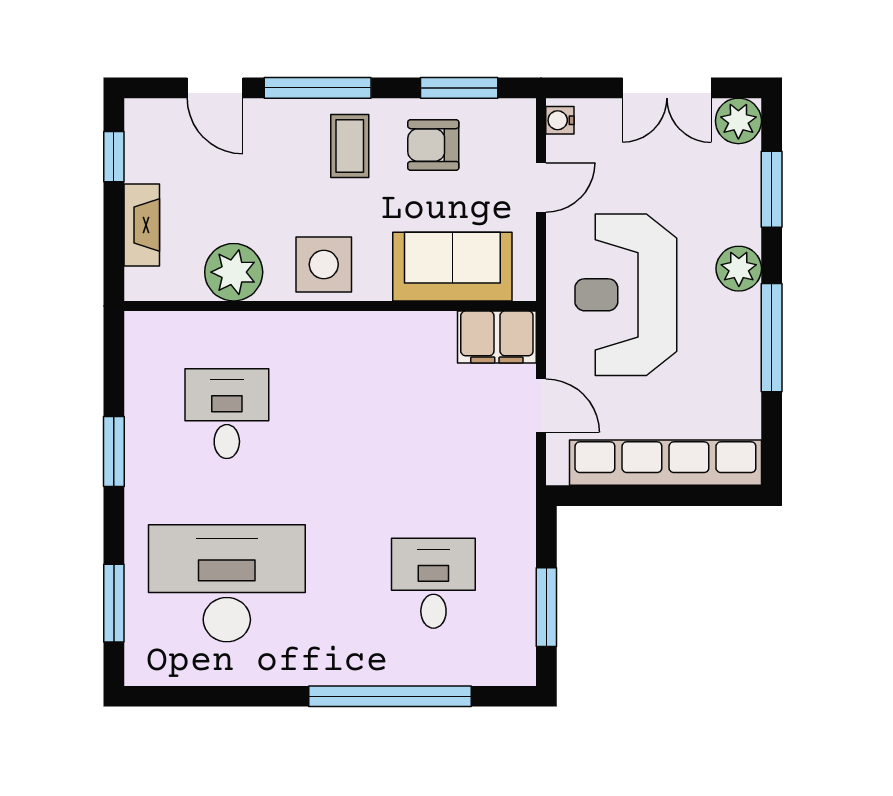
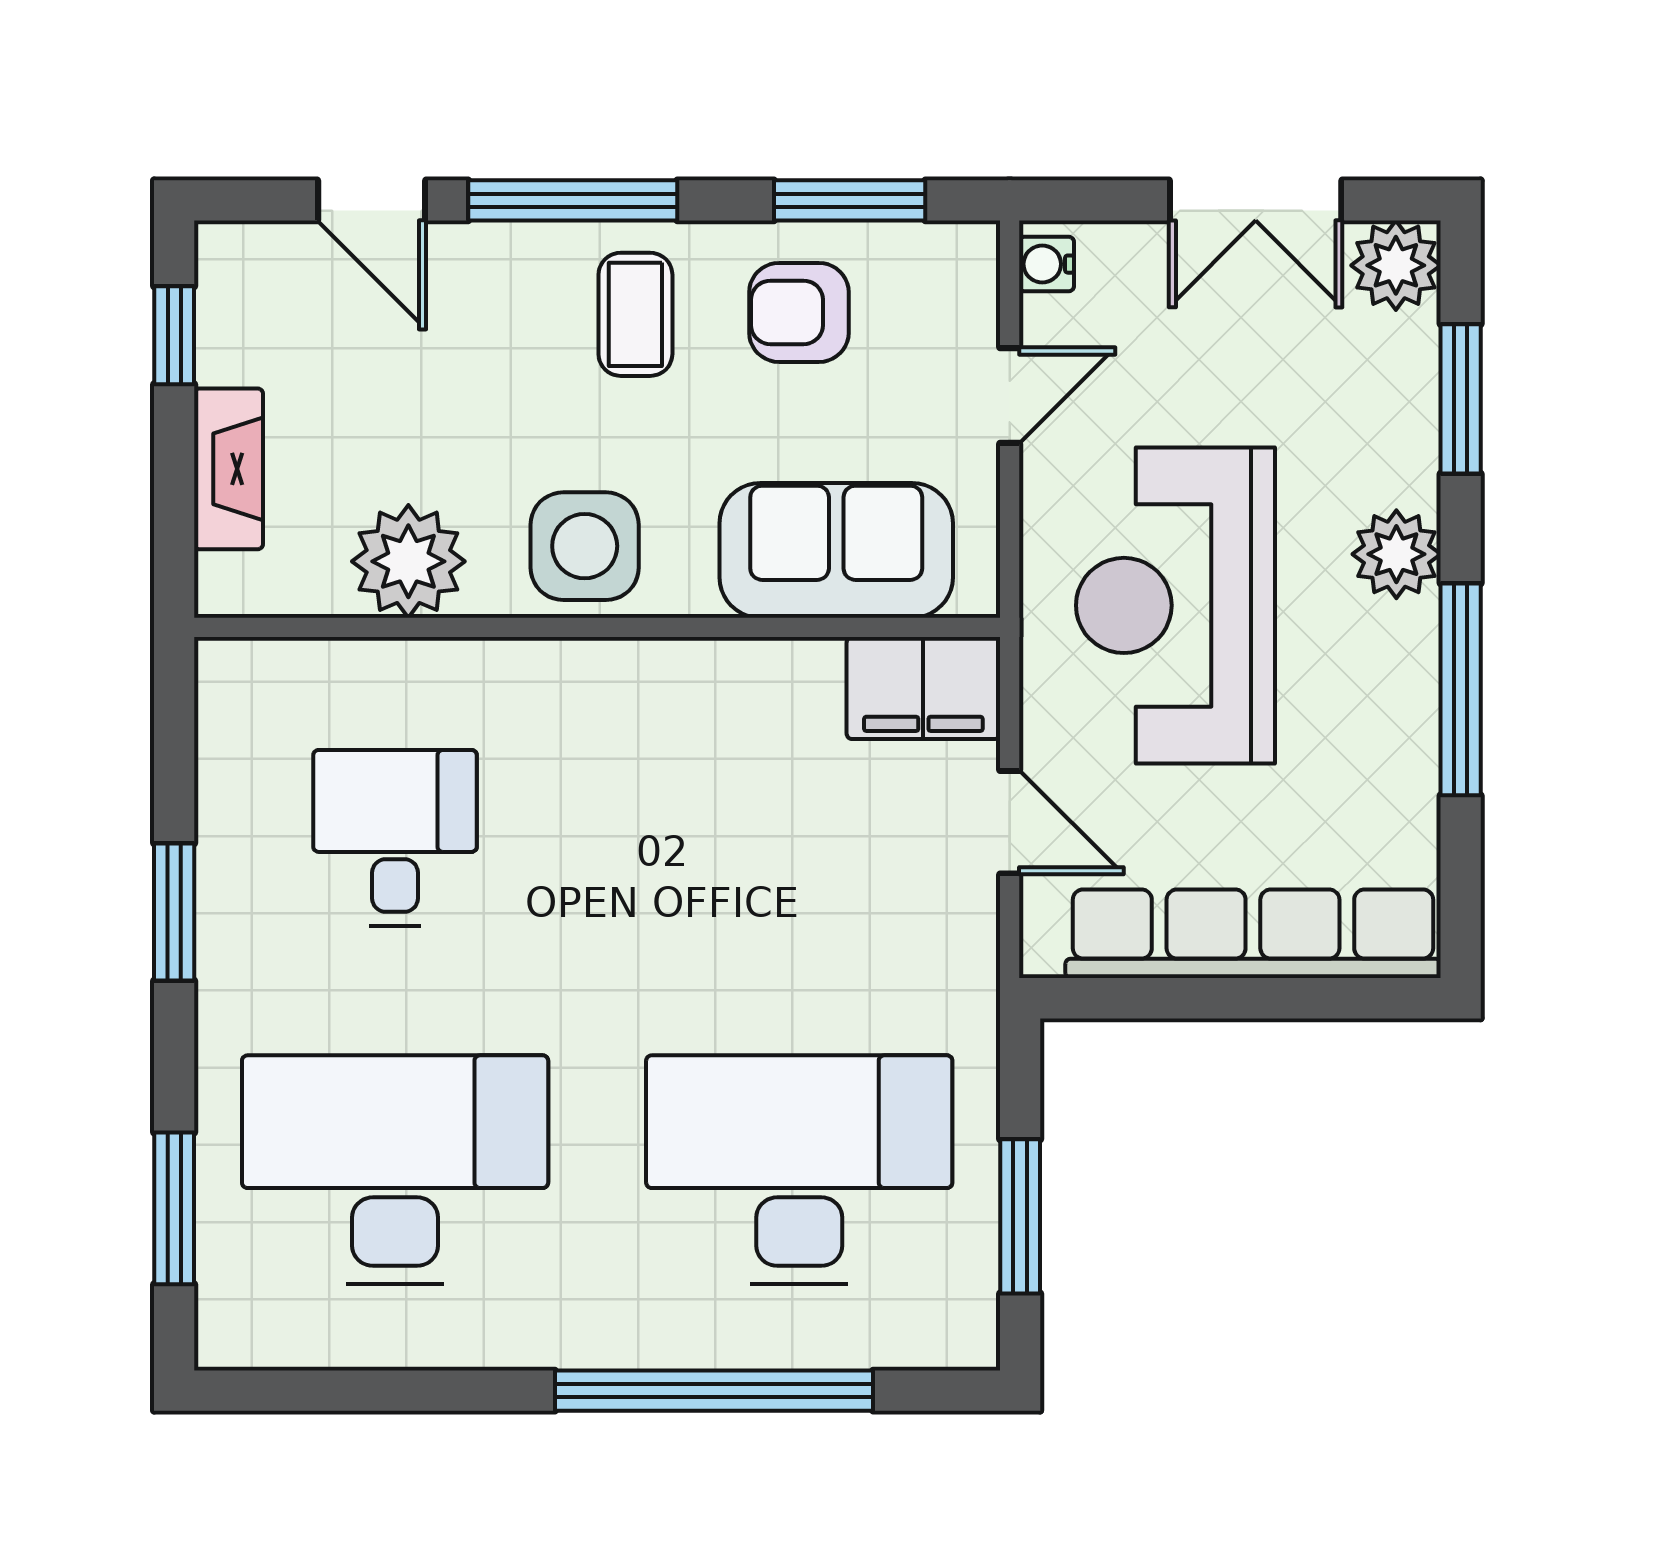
desk: (433, 583) -> (799, 1170), width x1.87, depth x1.30

